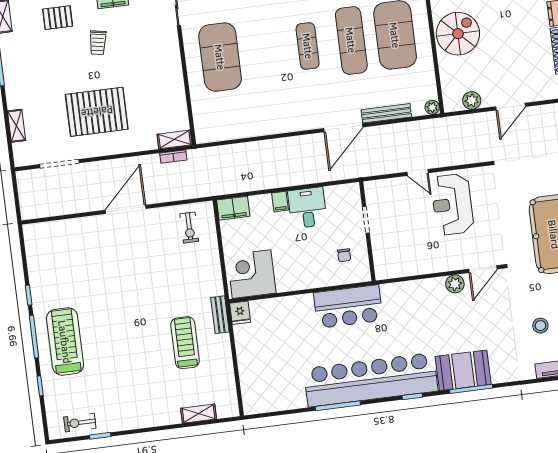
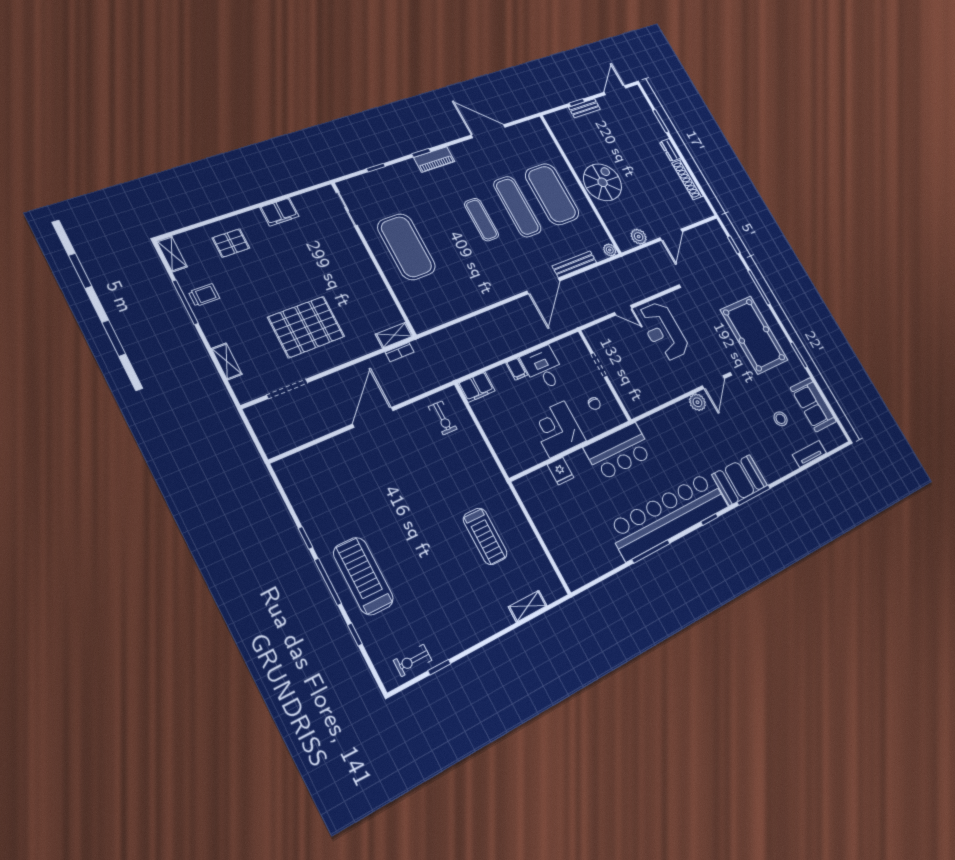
trolley: (98, 43) -> (204, 295), moved, turned -100
corner desk: (252, 274) -> (557, 429), moved
fridge: (240, 313) -> (561, 471), moved
bench: (220, 315) -> (507, 497), removed
treadmill: (185, 343) -> (485, 536), turned 180

